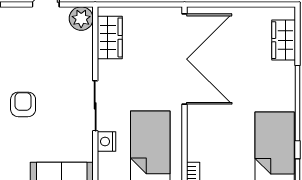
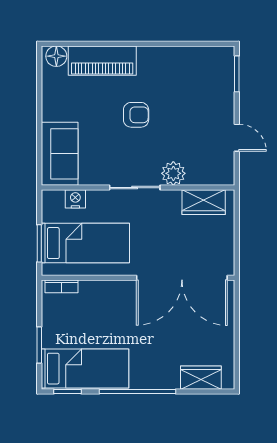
plant: (81, 19) -> (173, 173), moved
nightstand: (106, 142) -> (75, 199), moved

